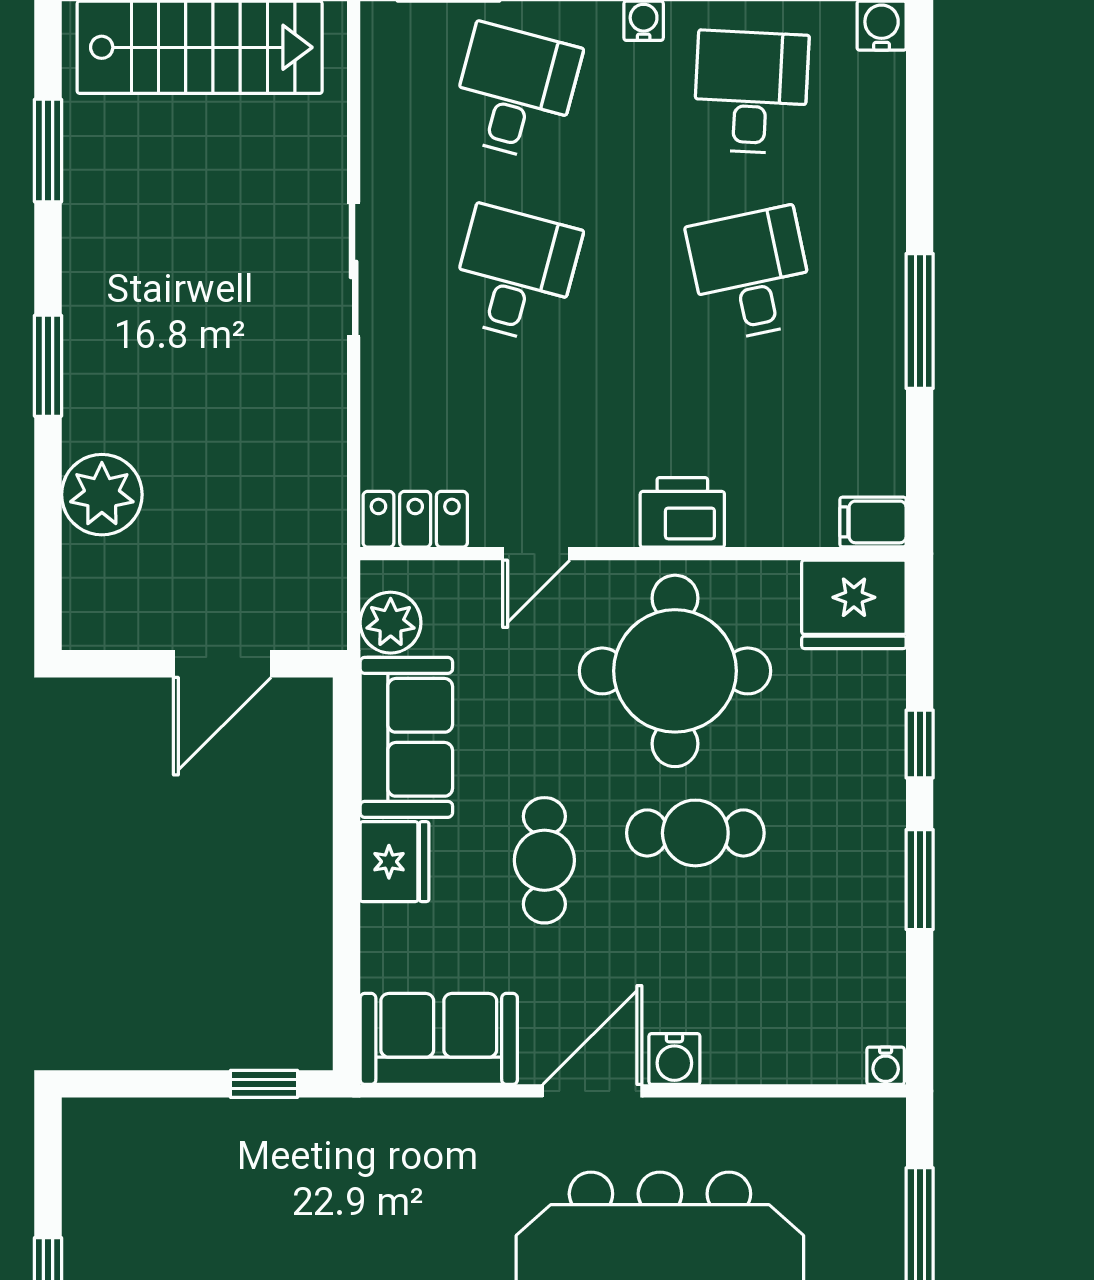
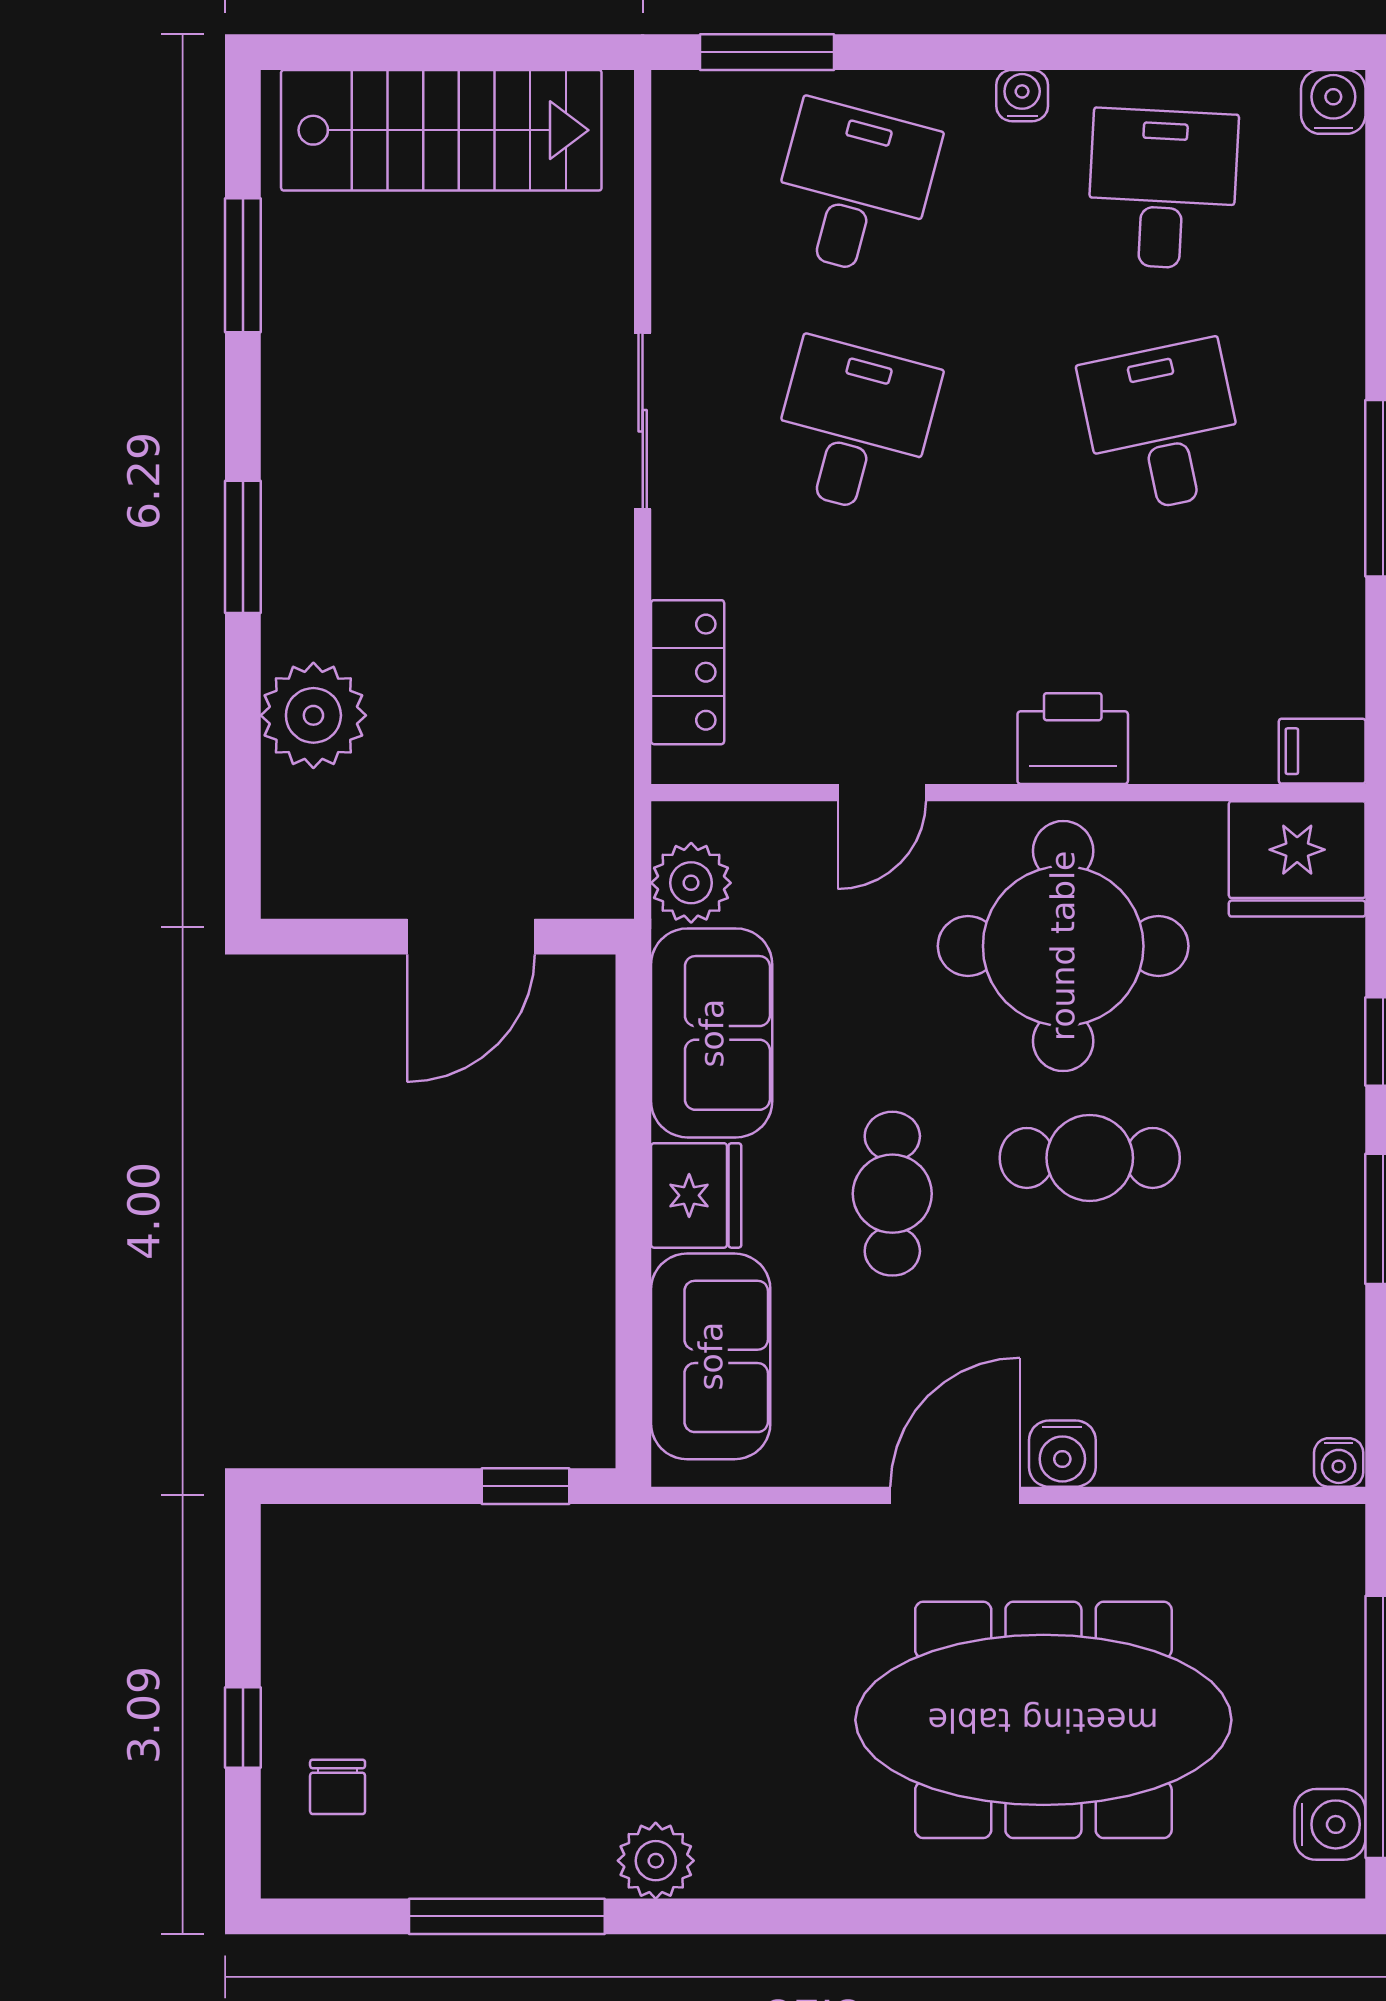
locker: (415, 519) -> (688, 672), moved, turned 90
sofa: (439, 1039) -> (711, 1356), moved, turned 90

